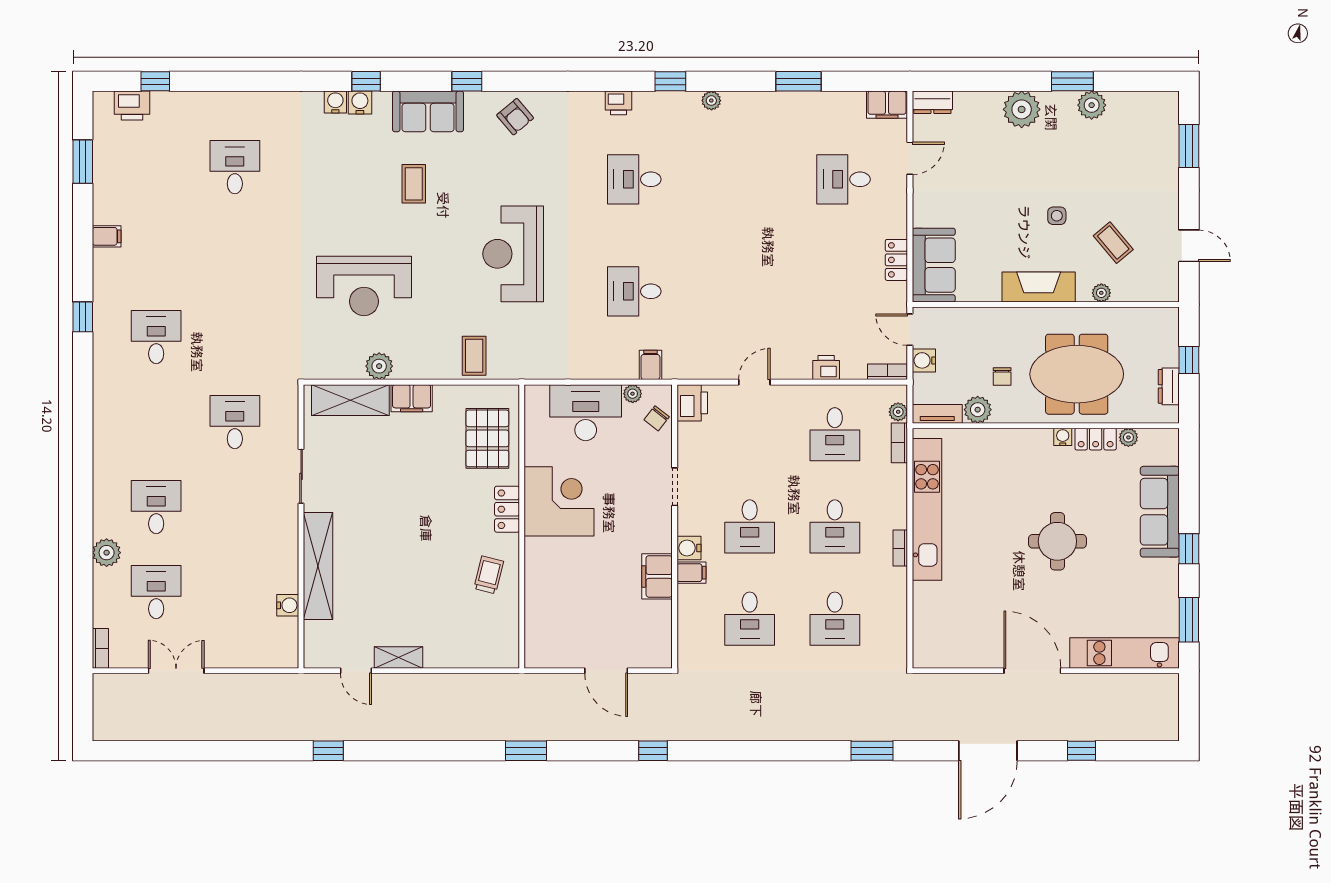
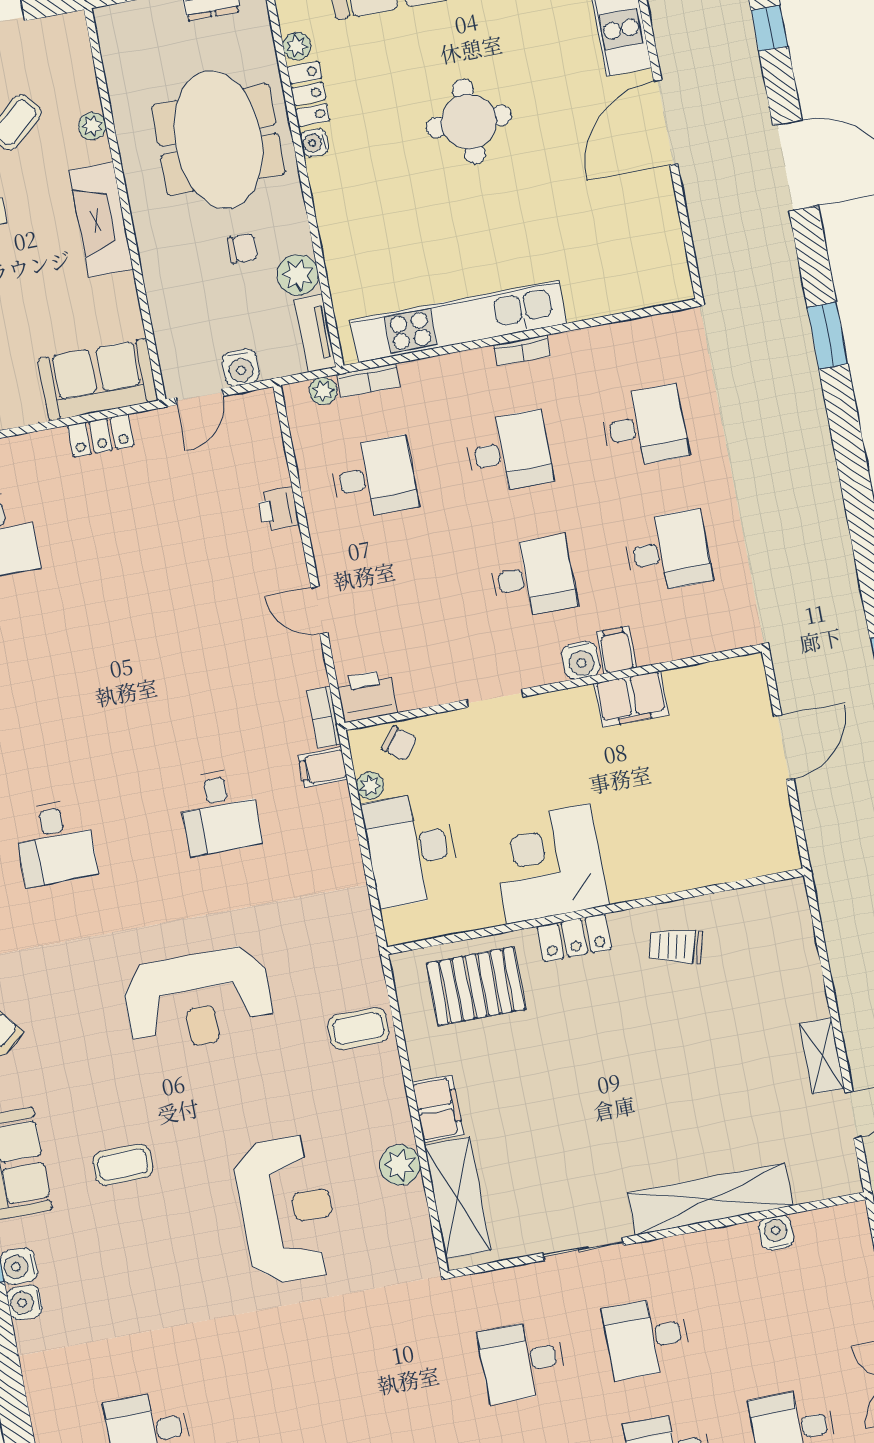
bookcase: (887, 372) -> (324, 717), moved
desk: (235, 507) -> (647, 1338), added

